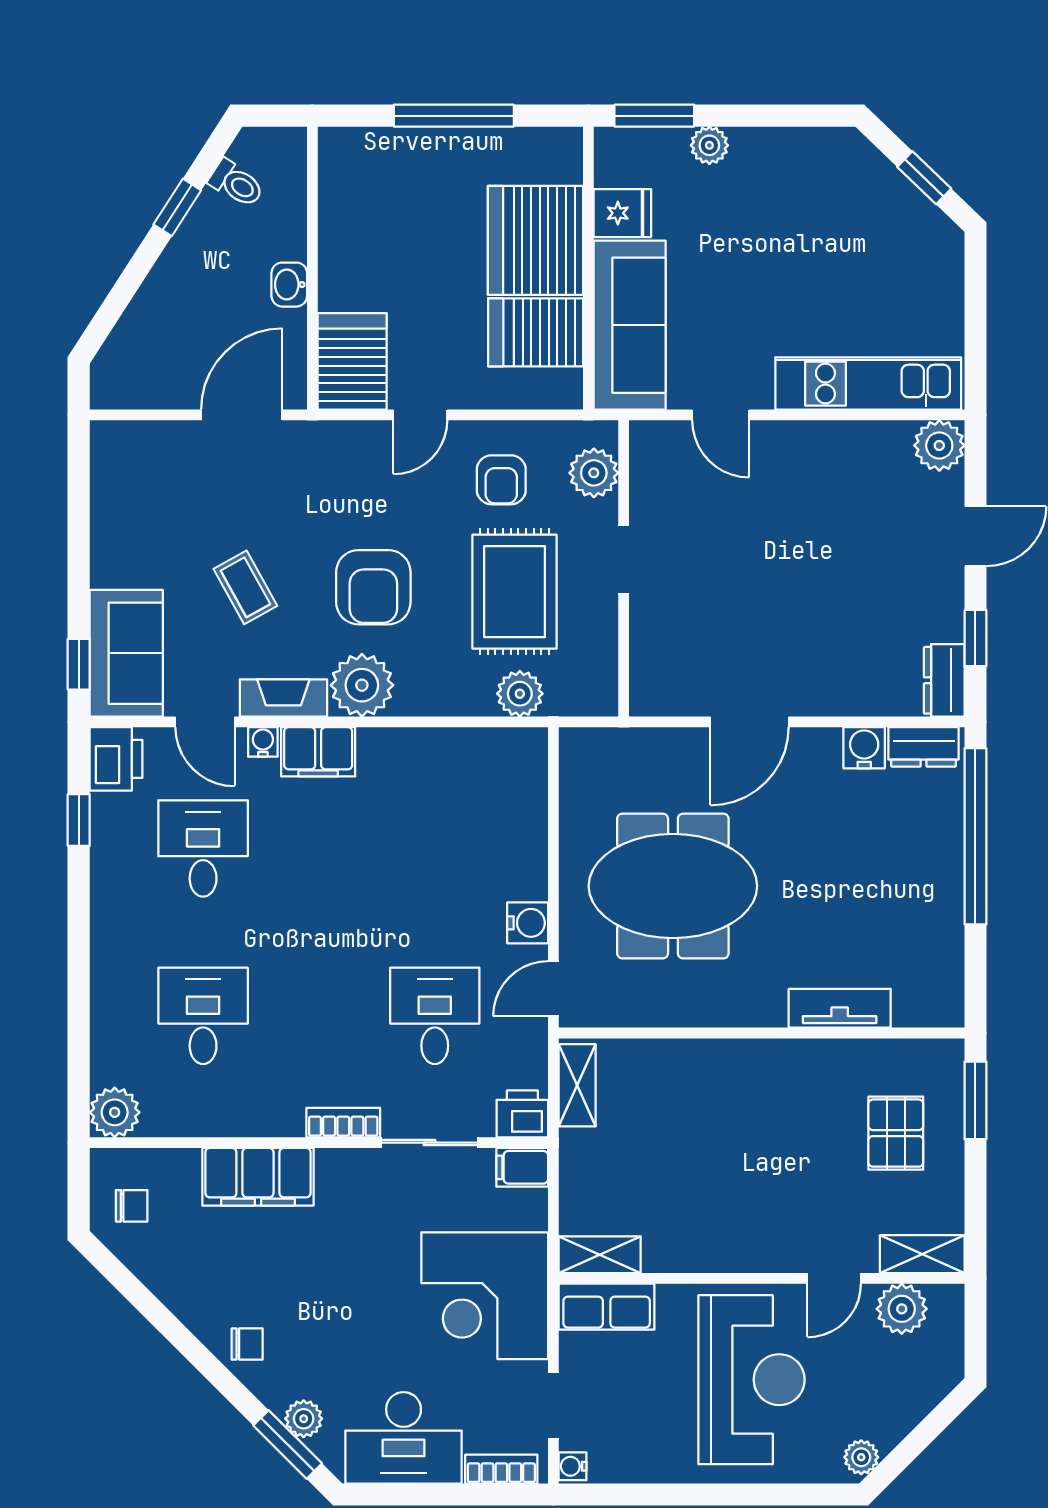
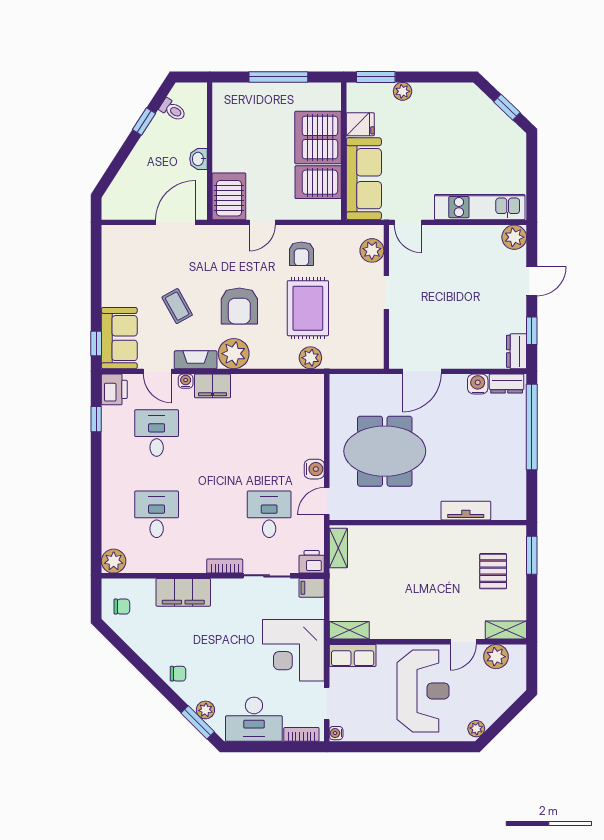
plant: (594, 473) -> (372, 250), moved
doorway: (624, 560) -> (386, 293), moved
wall: (624, 568) -> (386, 297), moved

